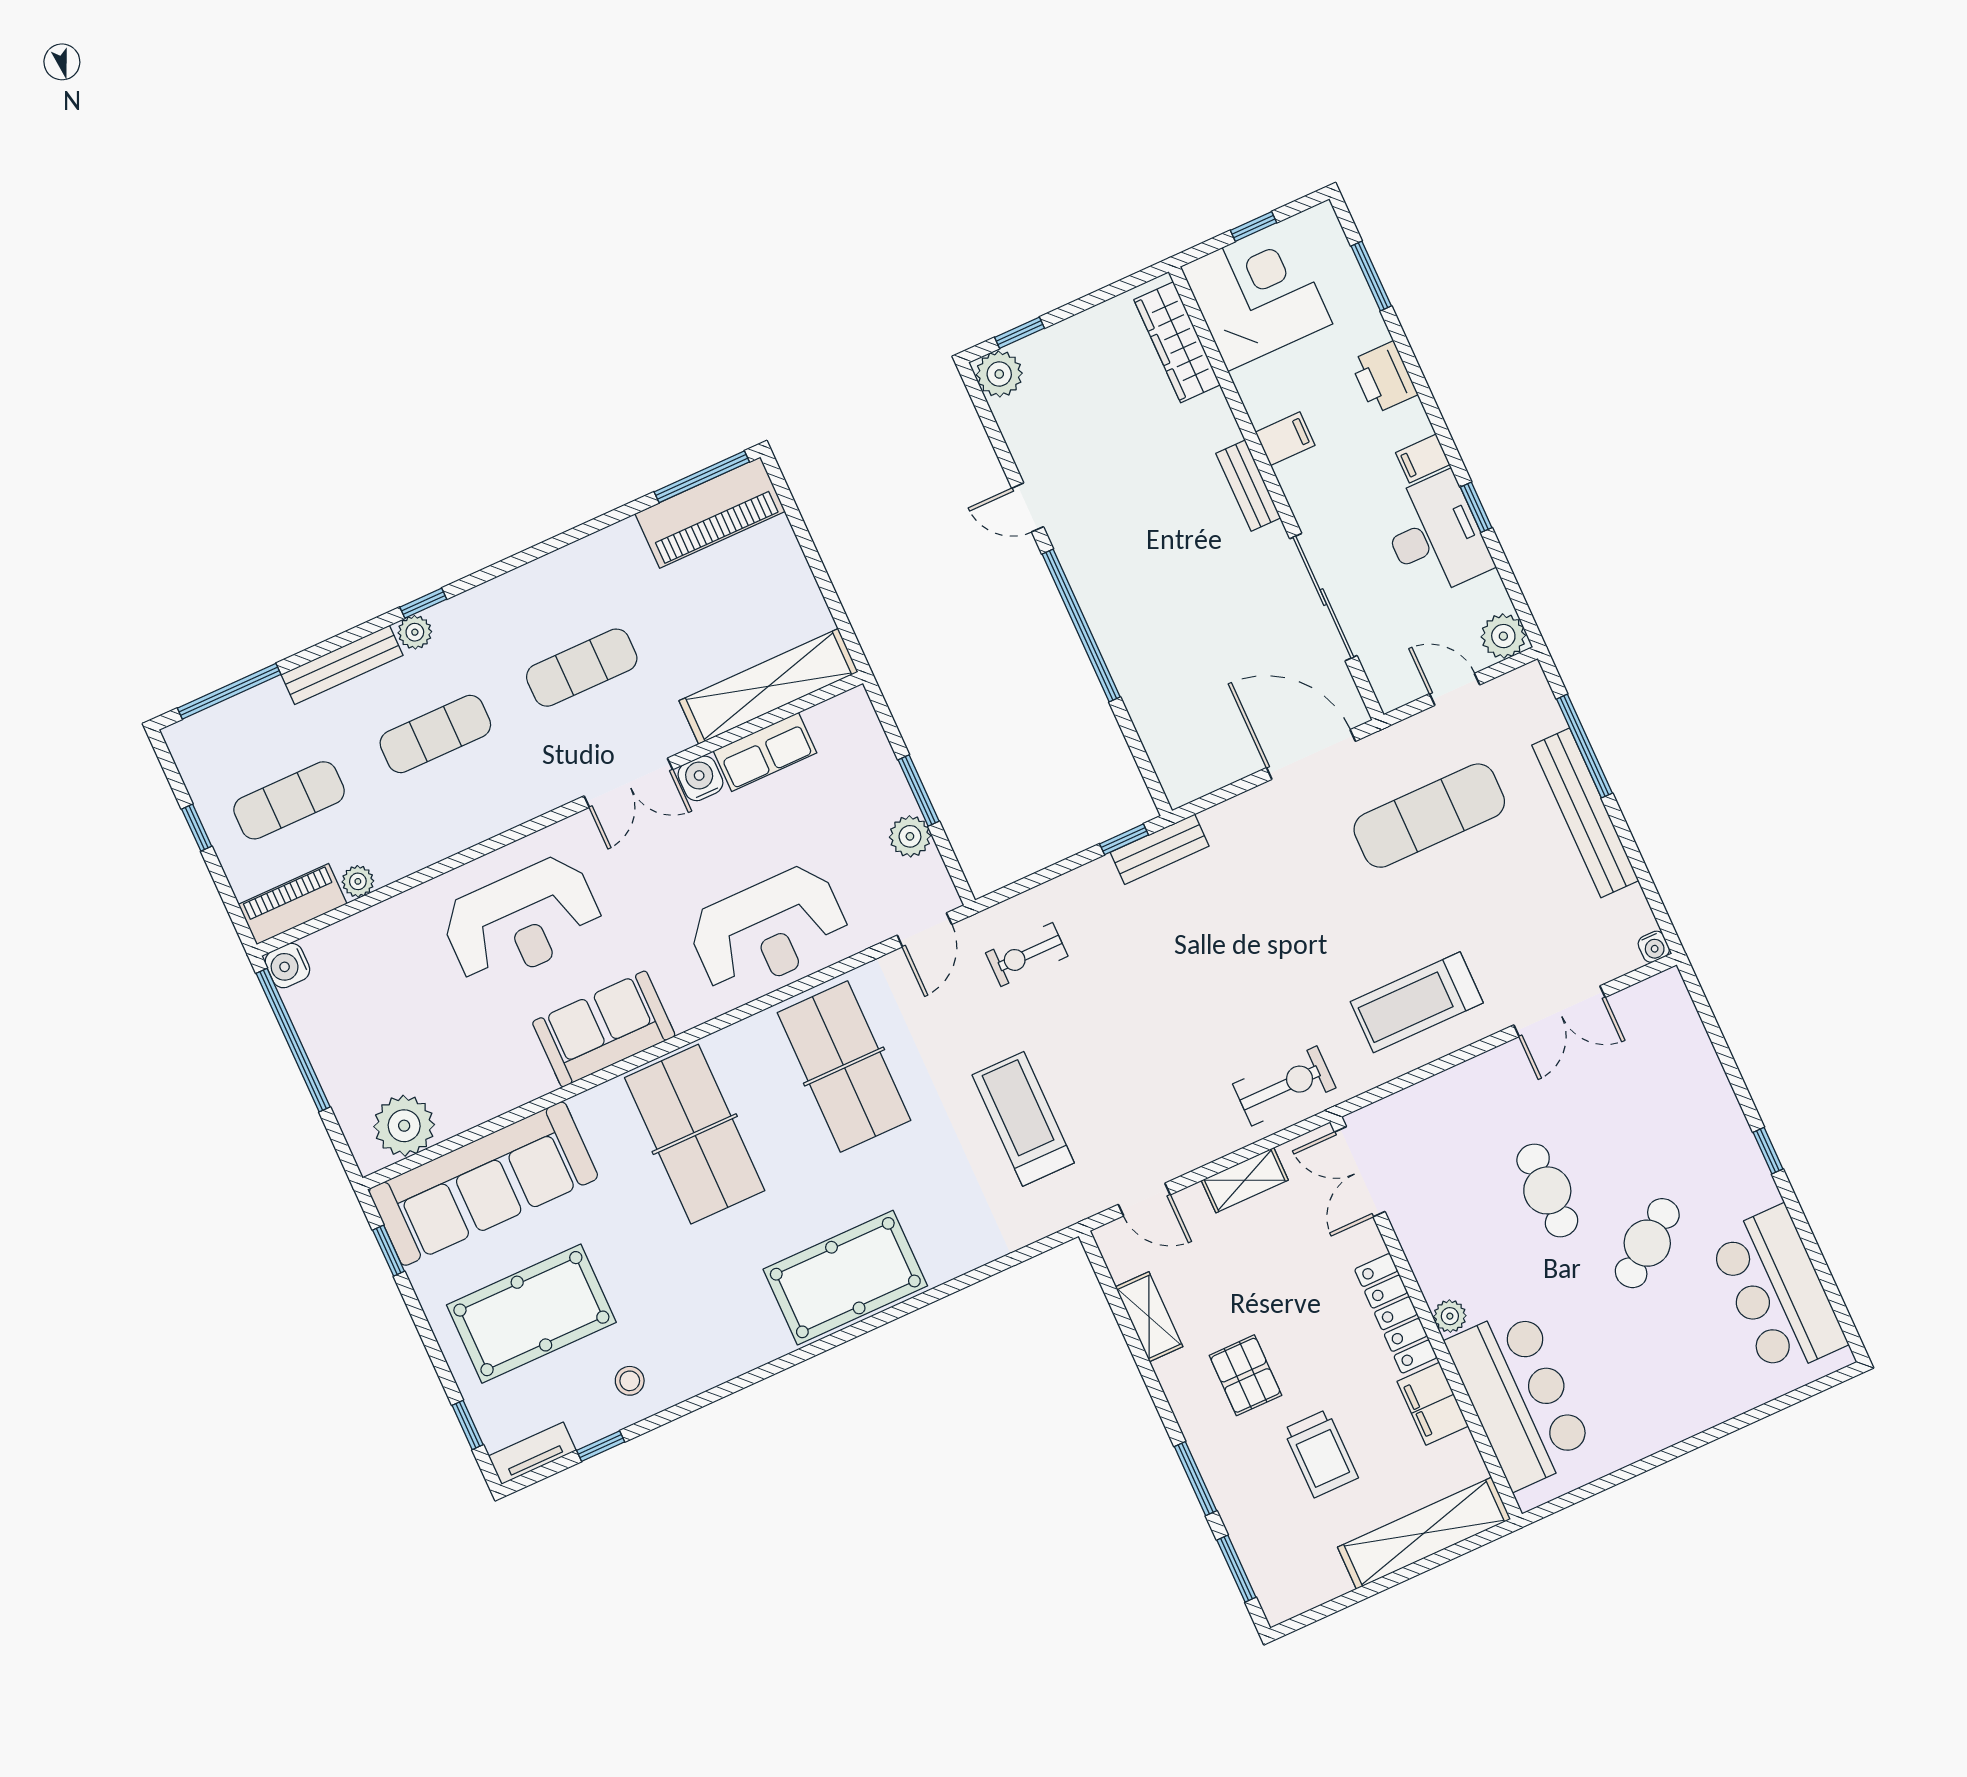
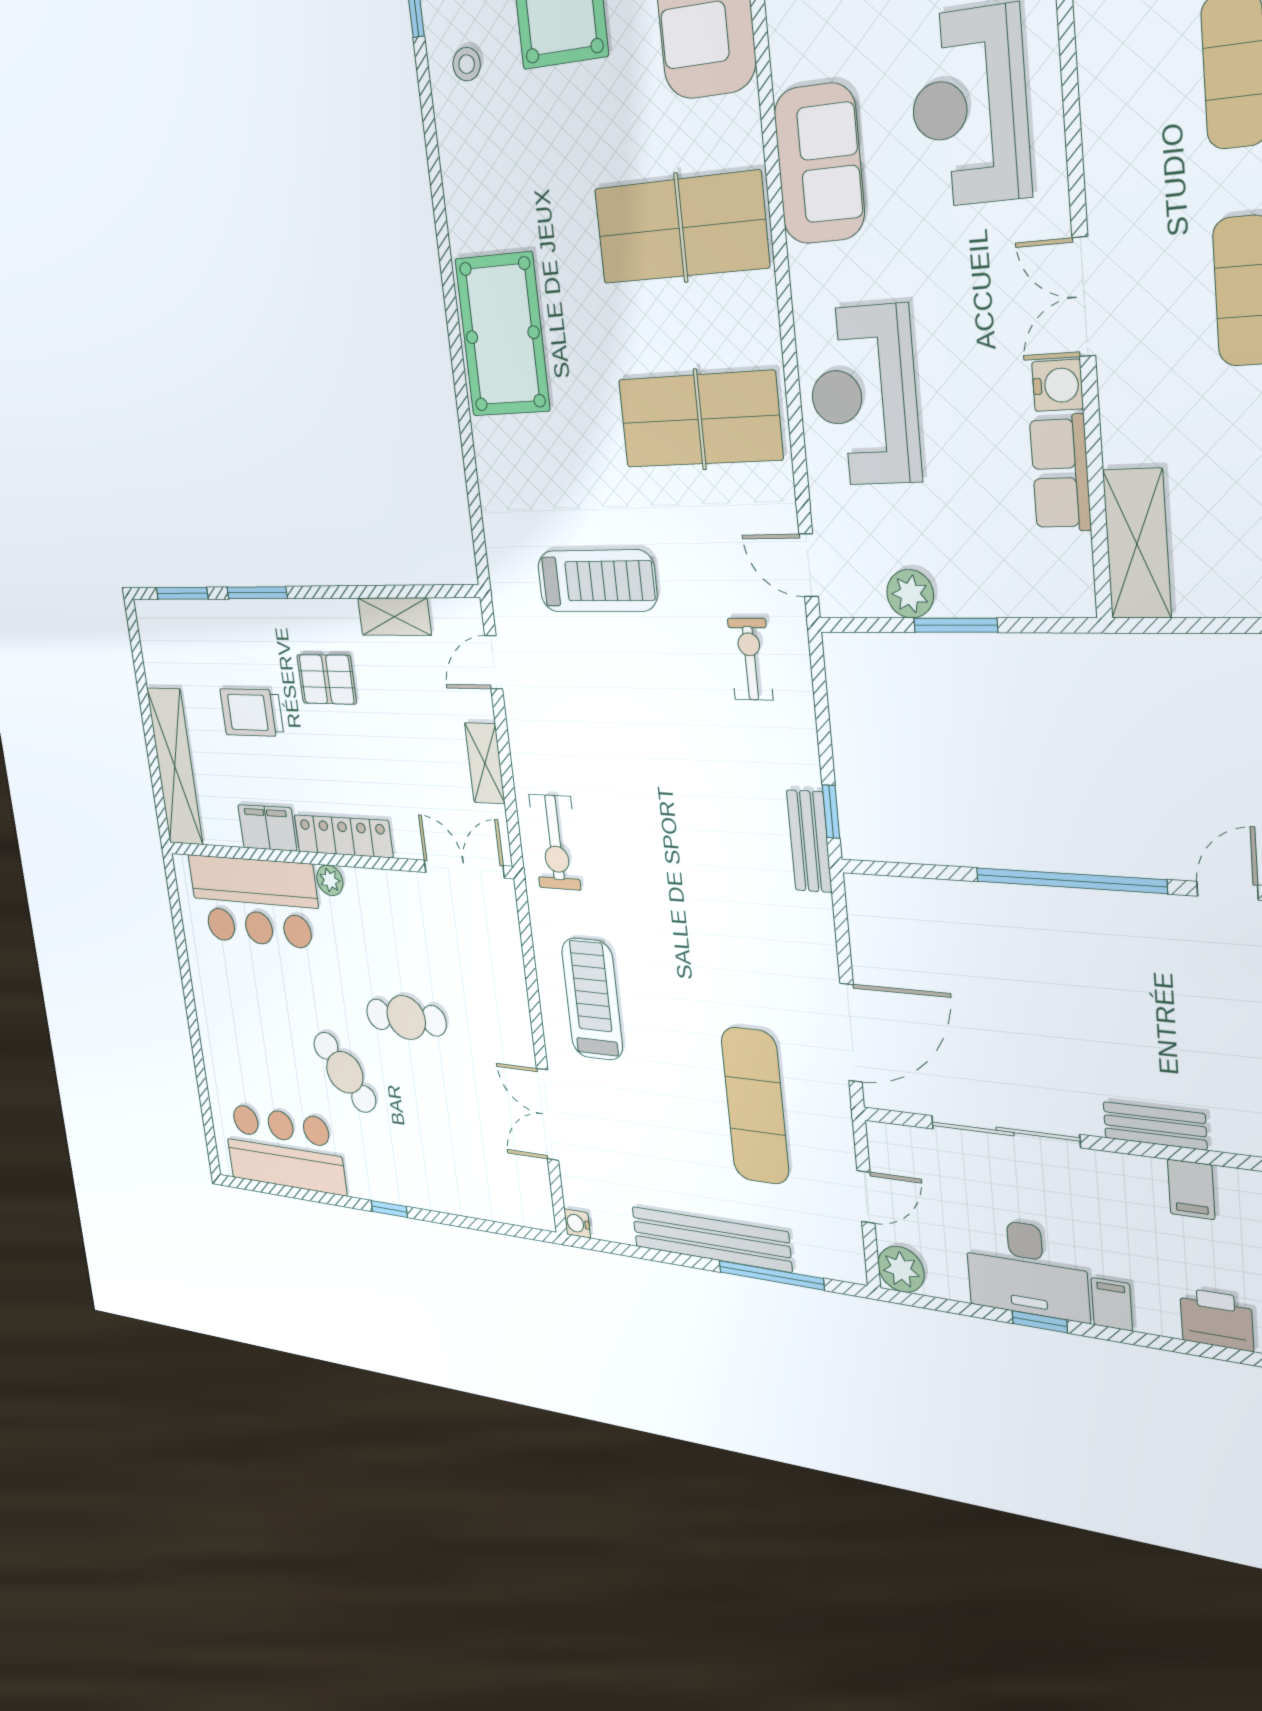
shelving: (769, 686) -> (1137, 544), width x0.68

